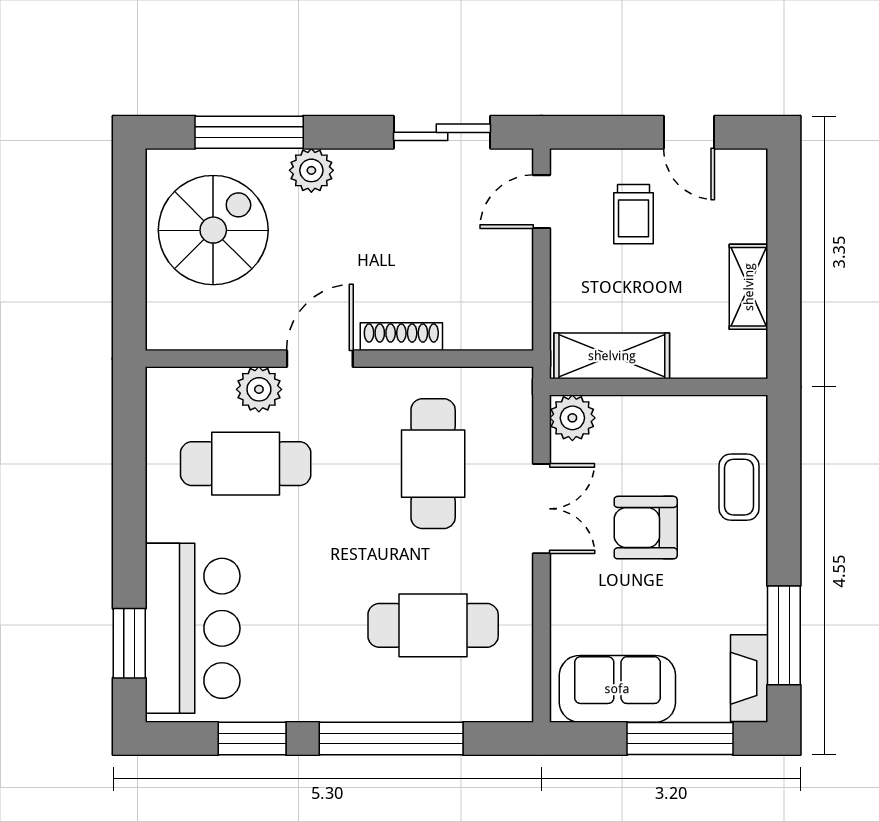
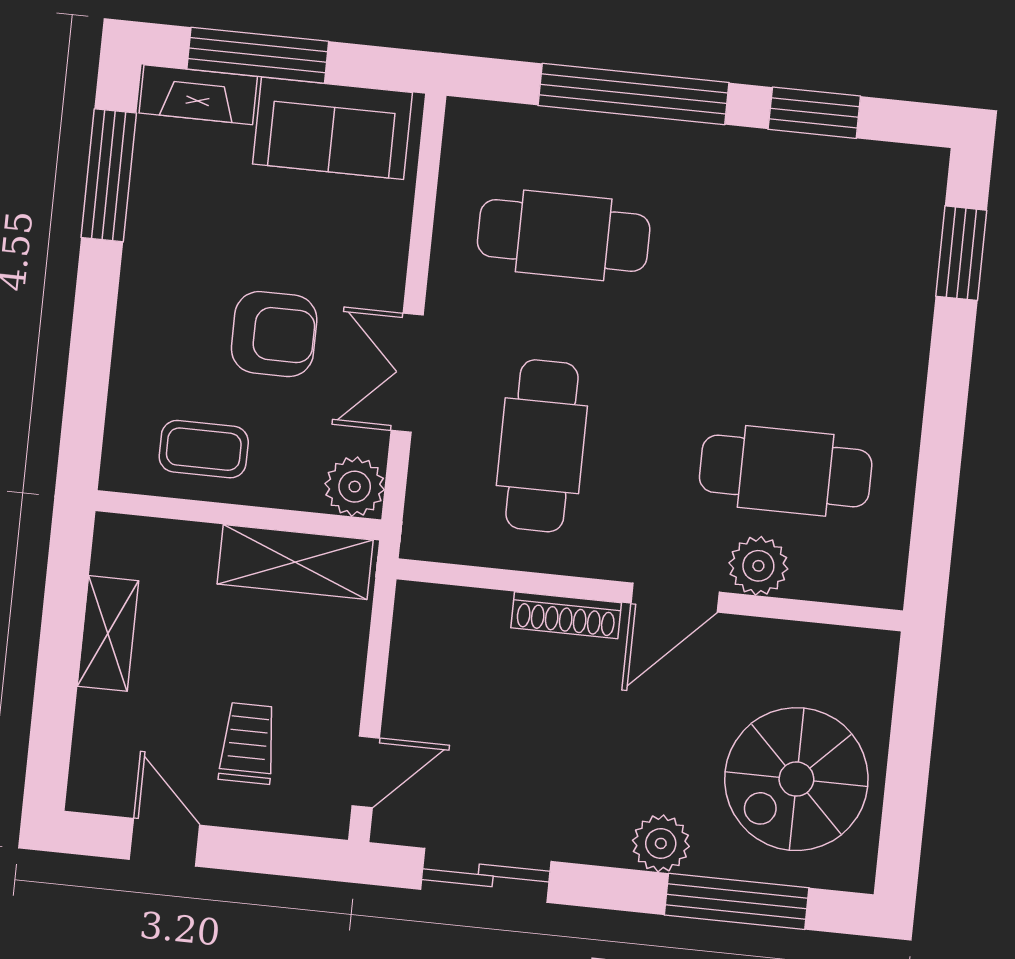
coffee table: (739, 487) -> (204, 449), moved, turned 90
bar counter: (193, 628) -> (877, 264), removed
fireplace: (749, 678) -> (198, 95), moved, turned 90

